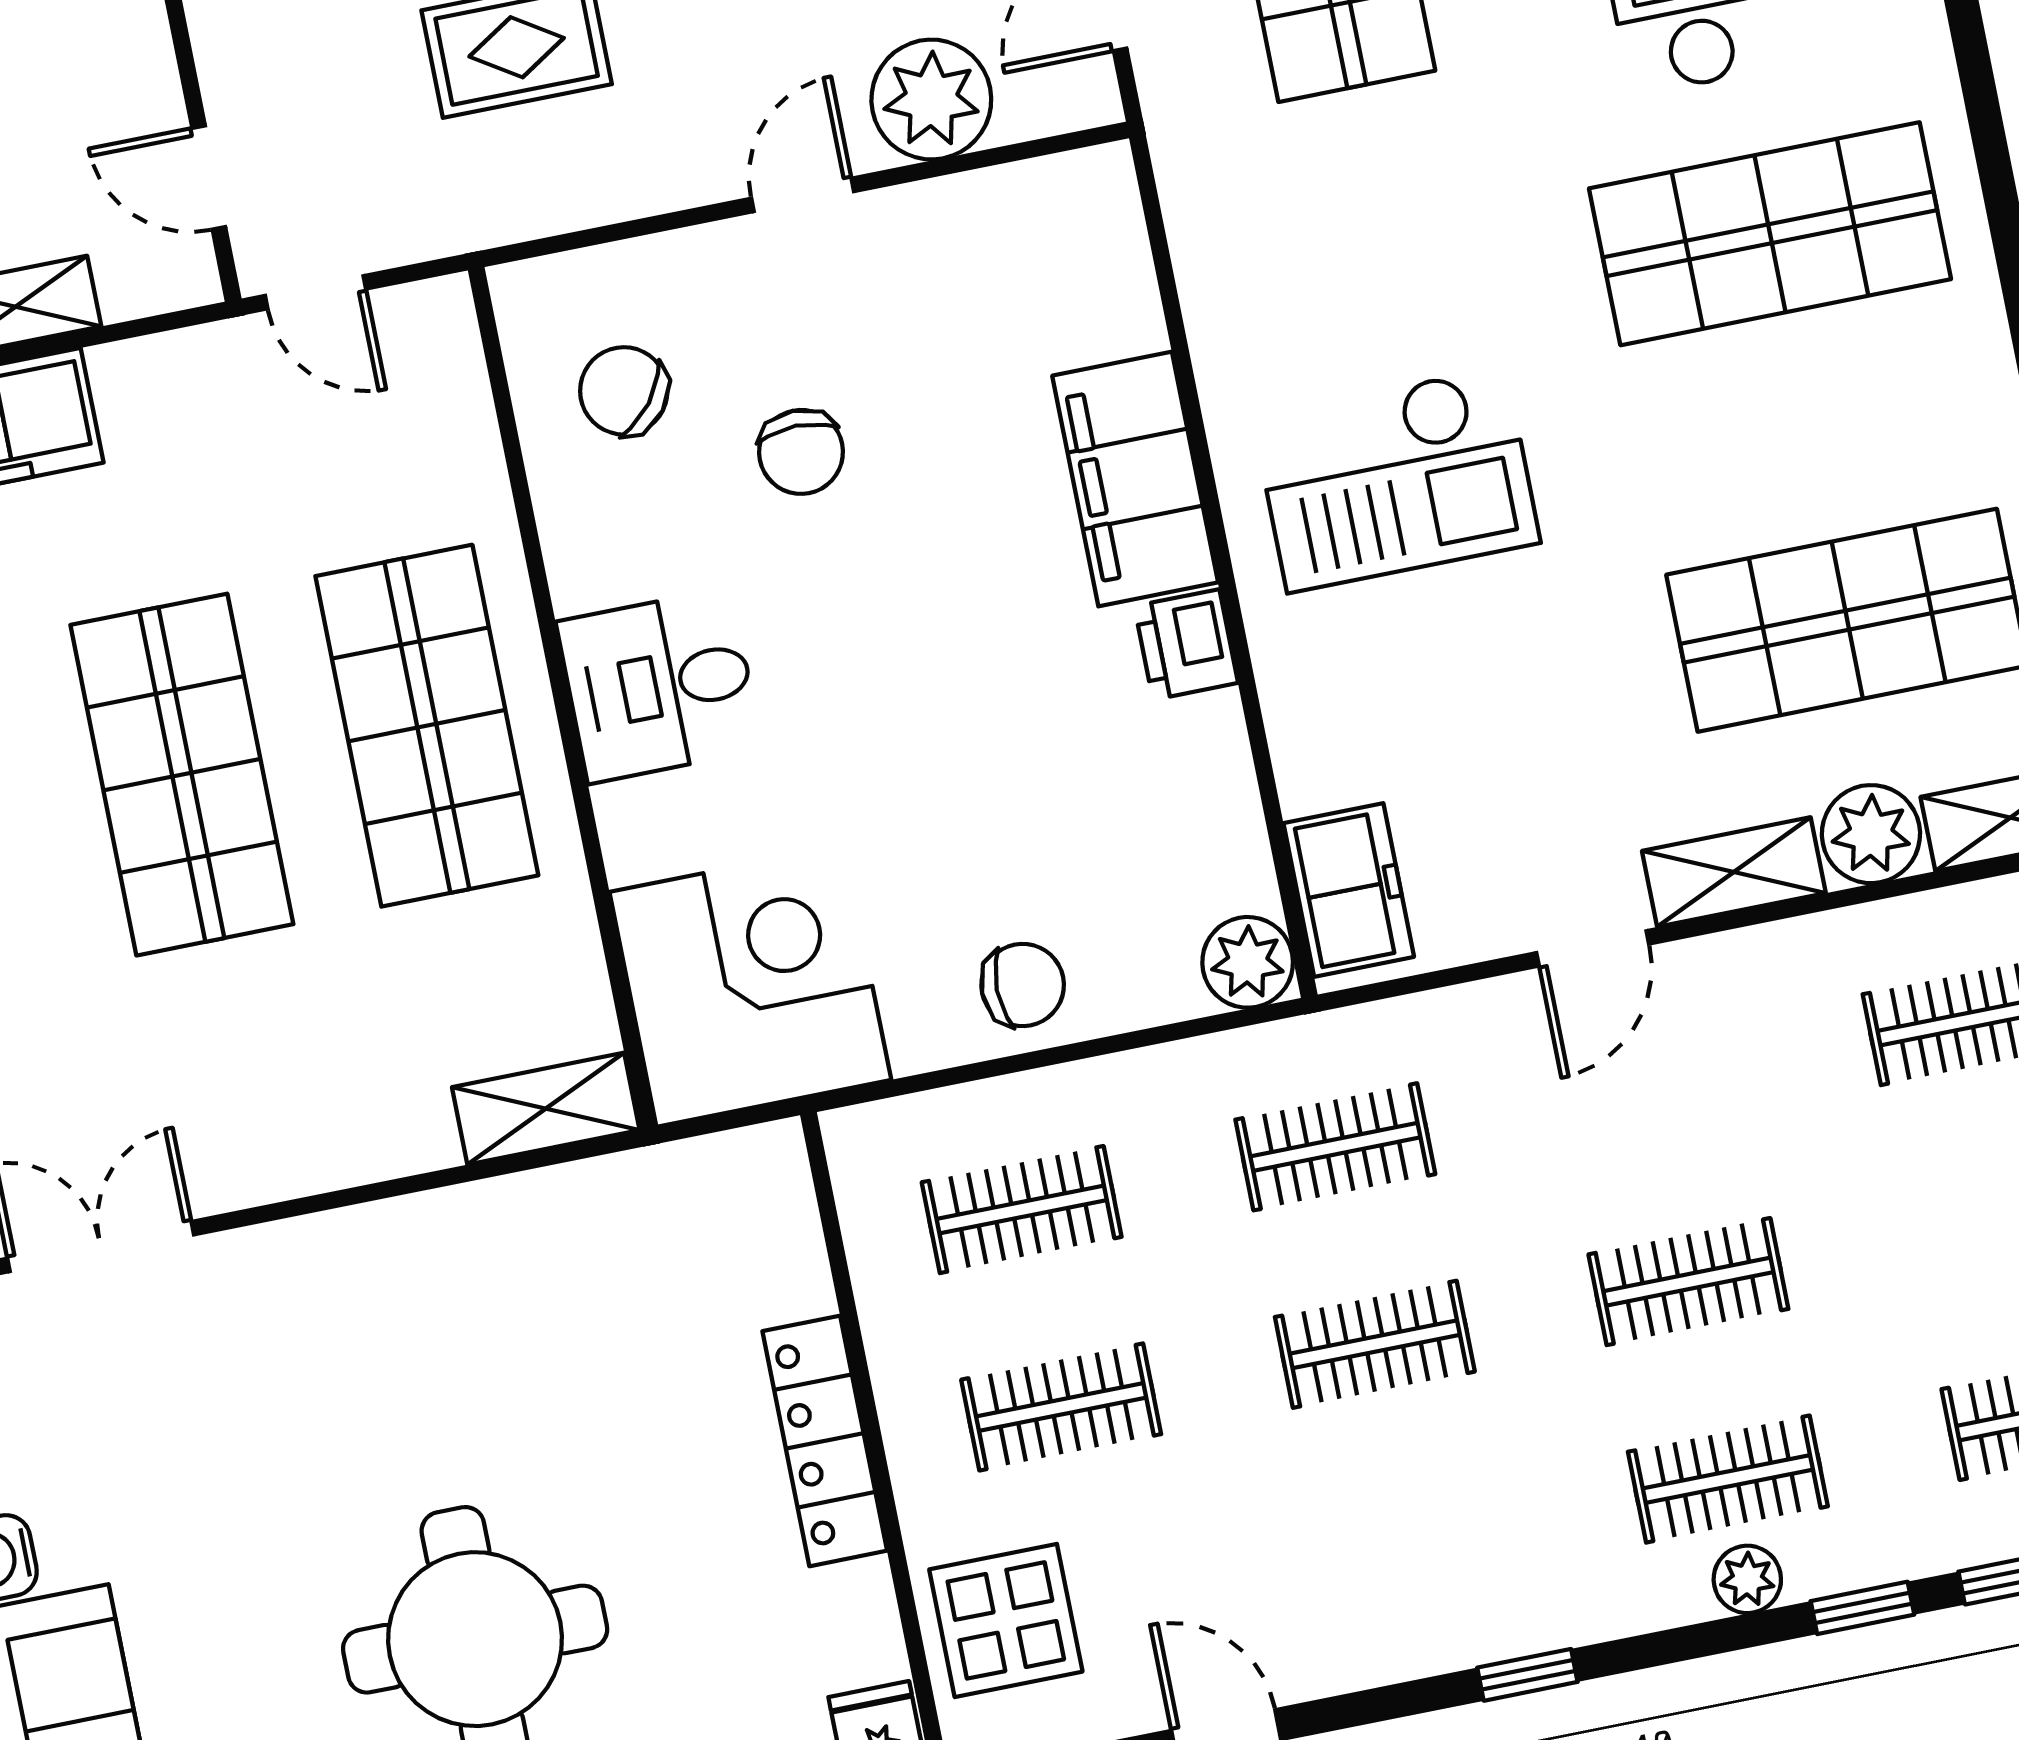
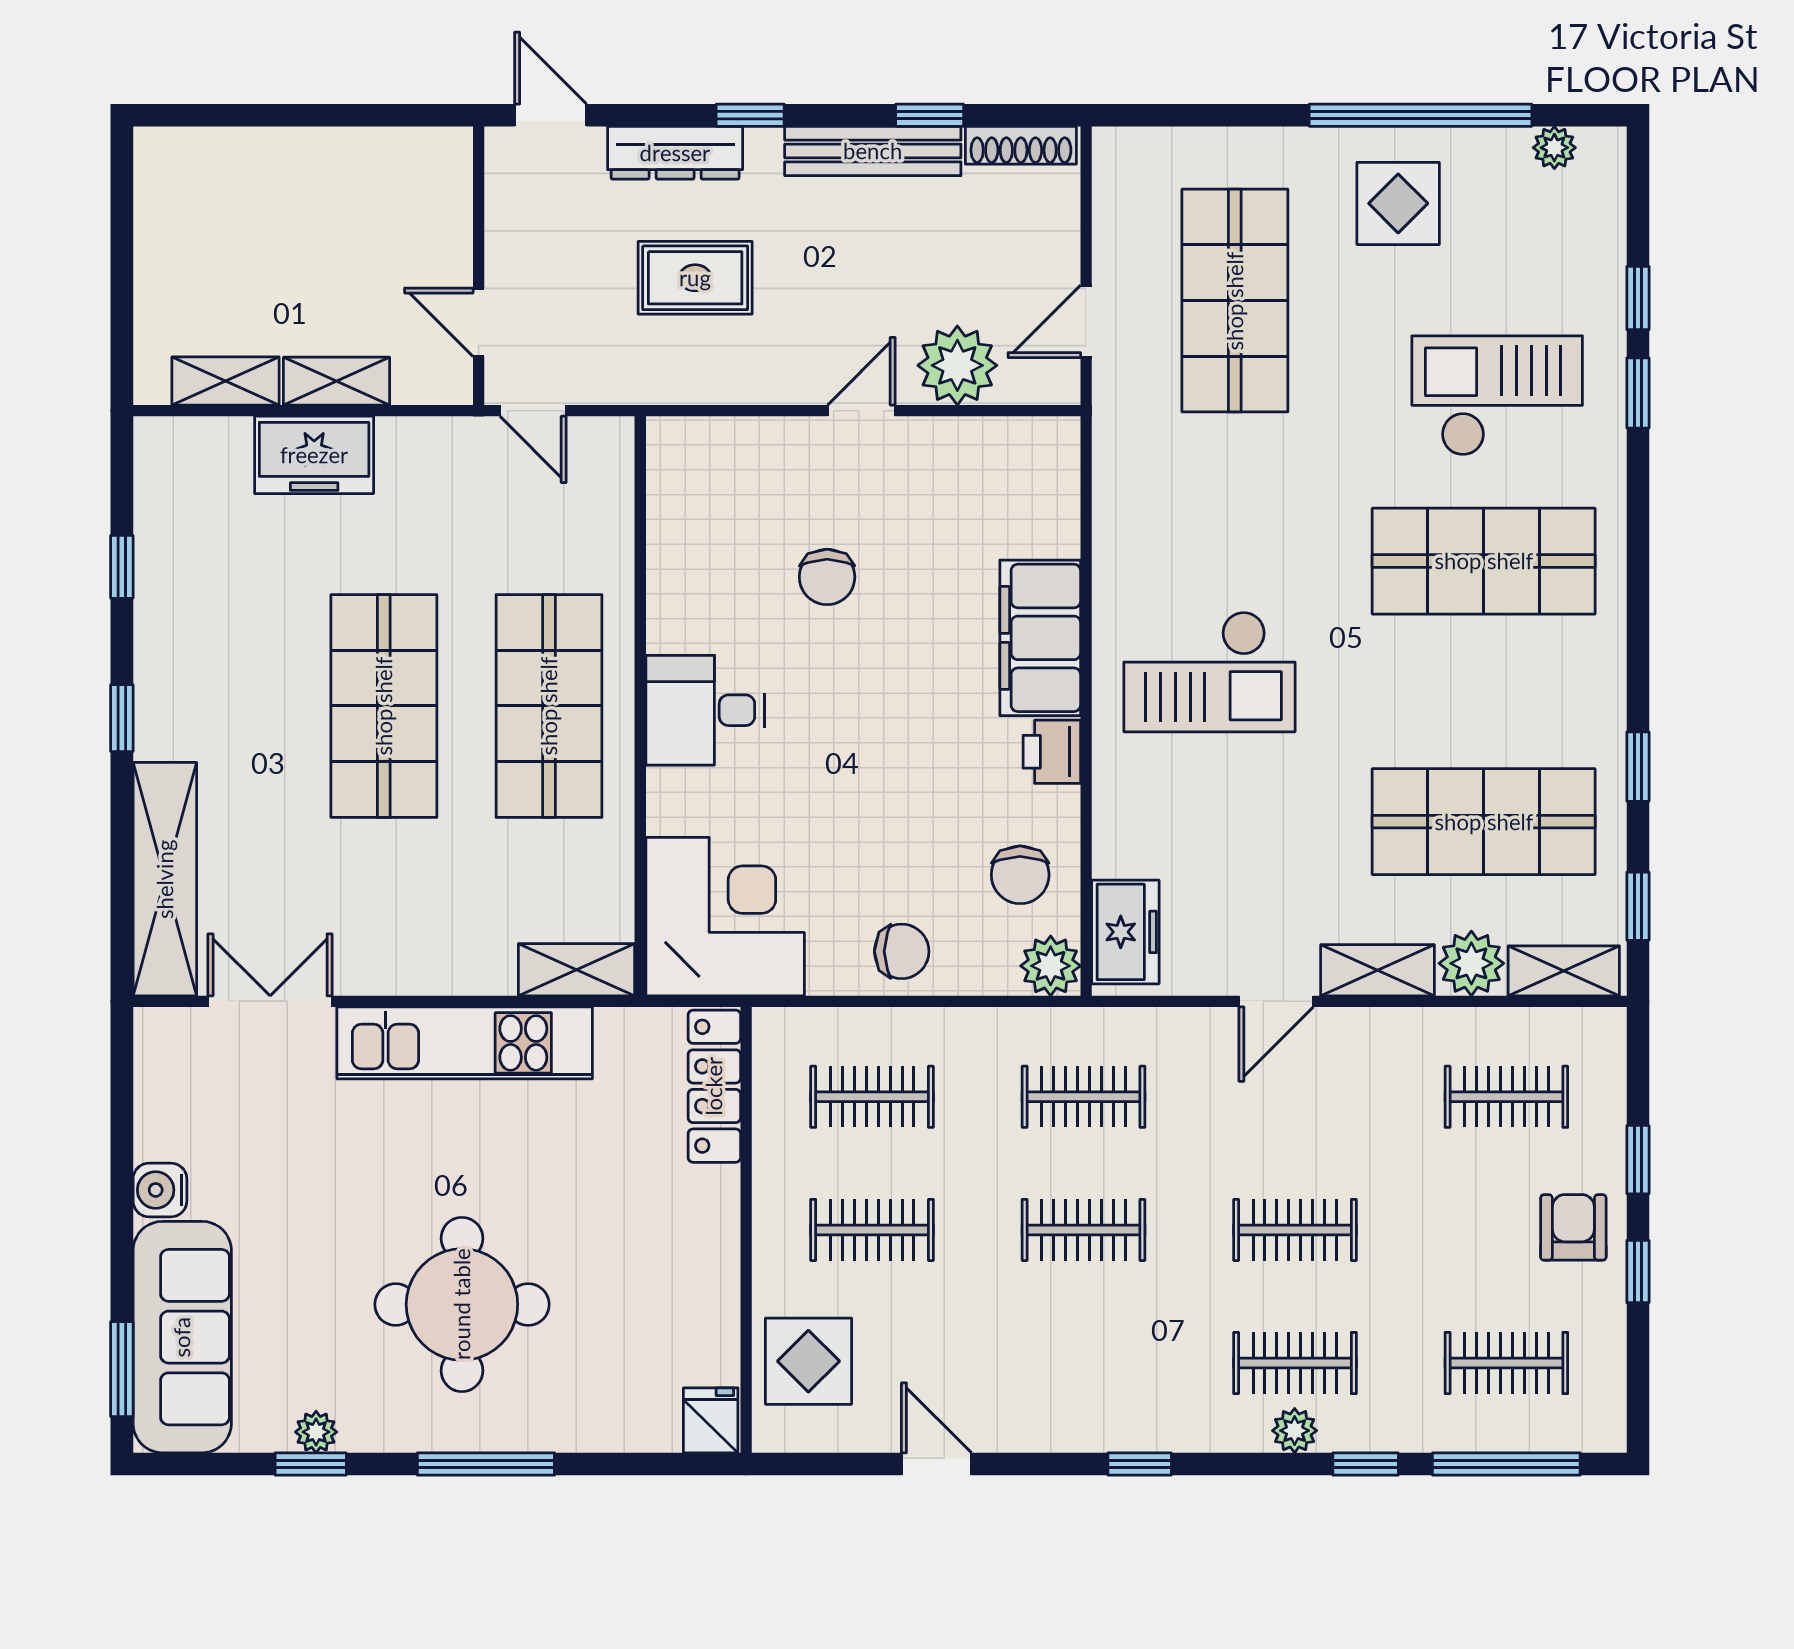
chair: (624, 391) -> (1020, 875), moved, turned -128
kitchen unit: (401, 1250) -> (465, 1043), added
locker: (825, 1441) -> (714, 1086), moved

